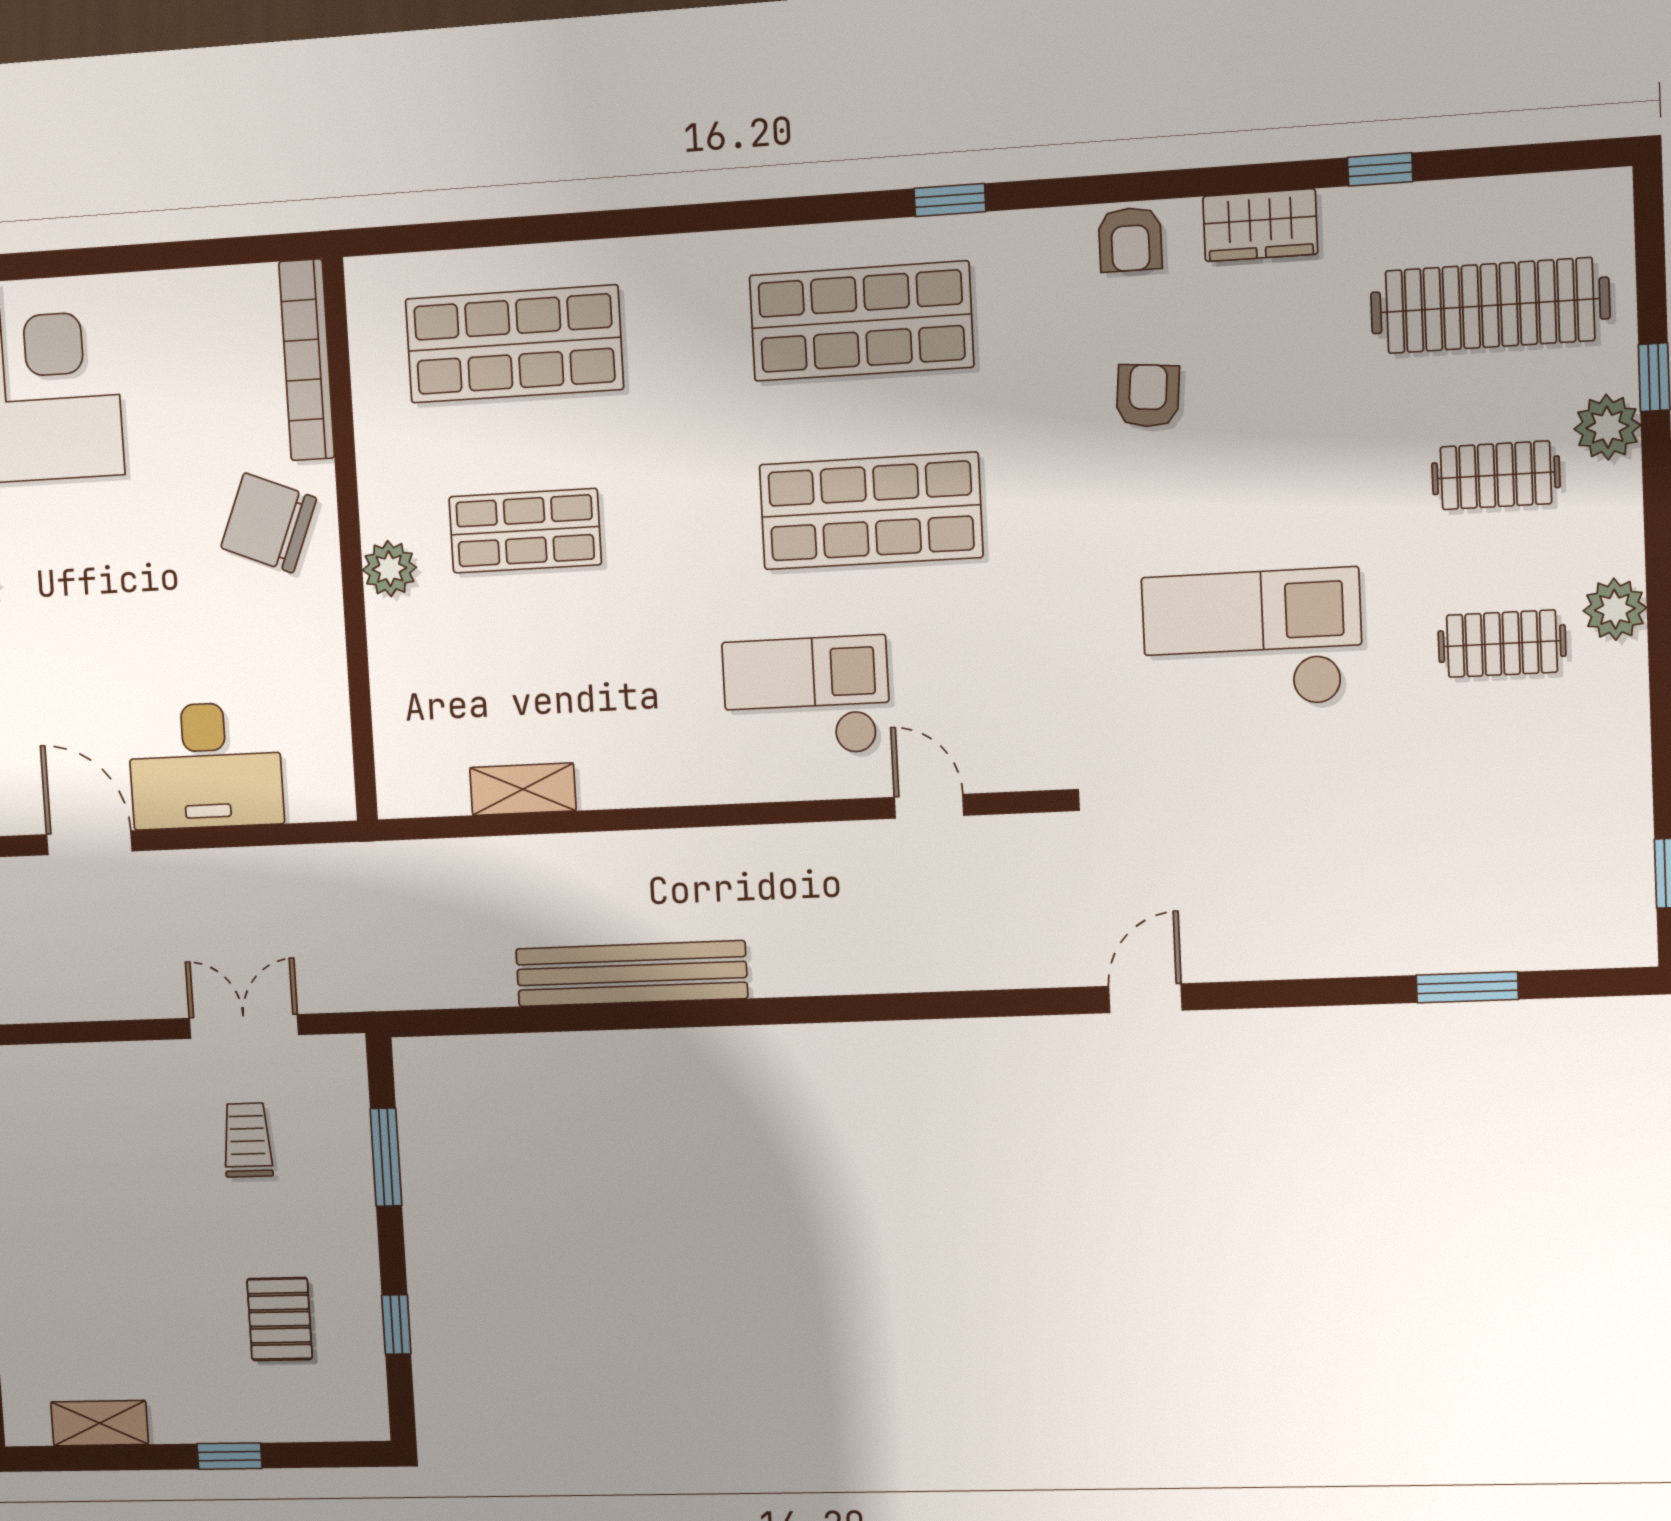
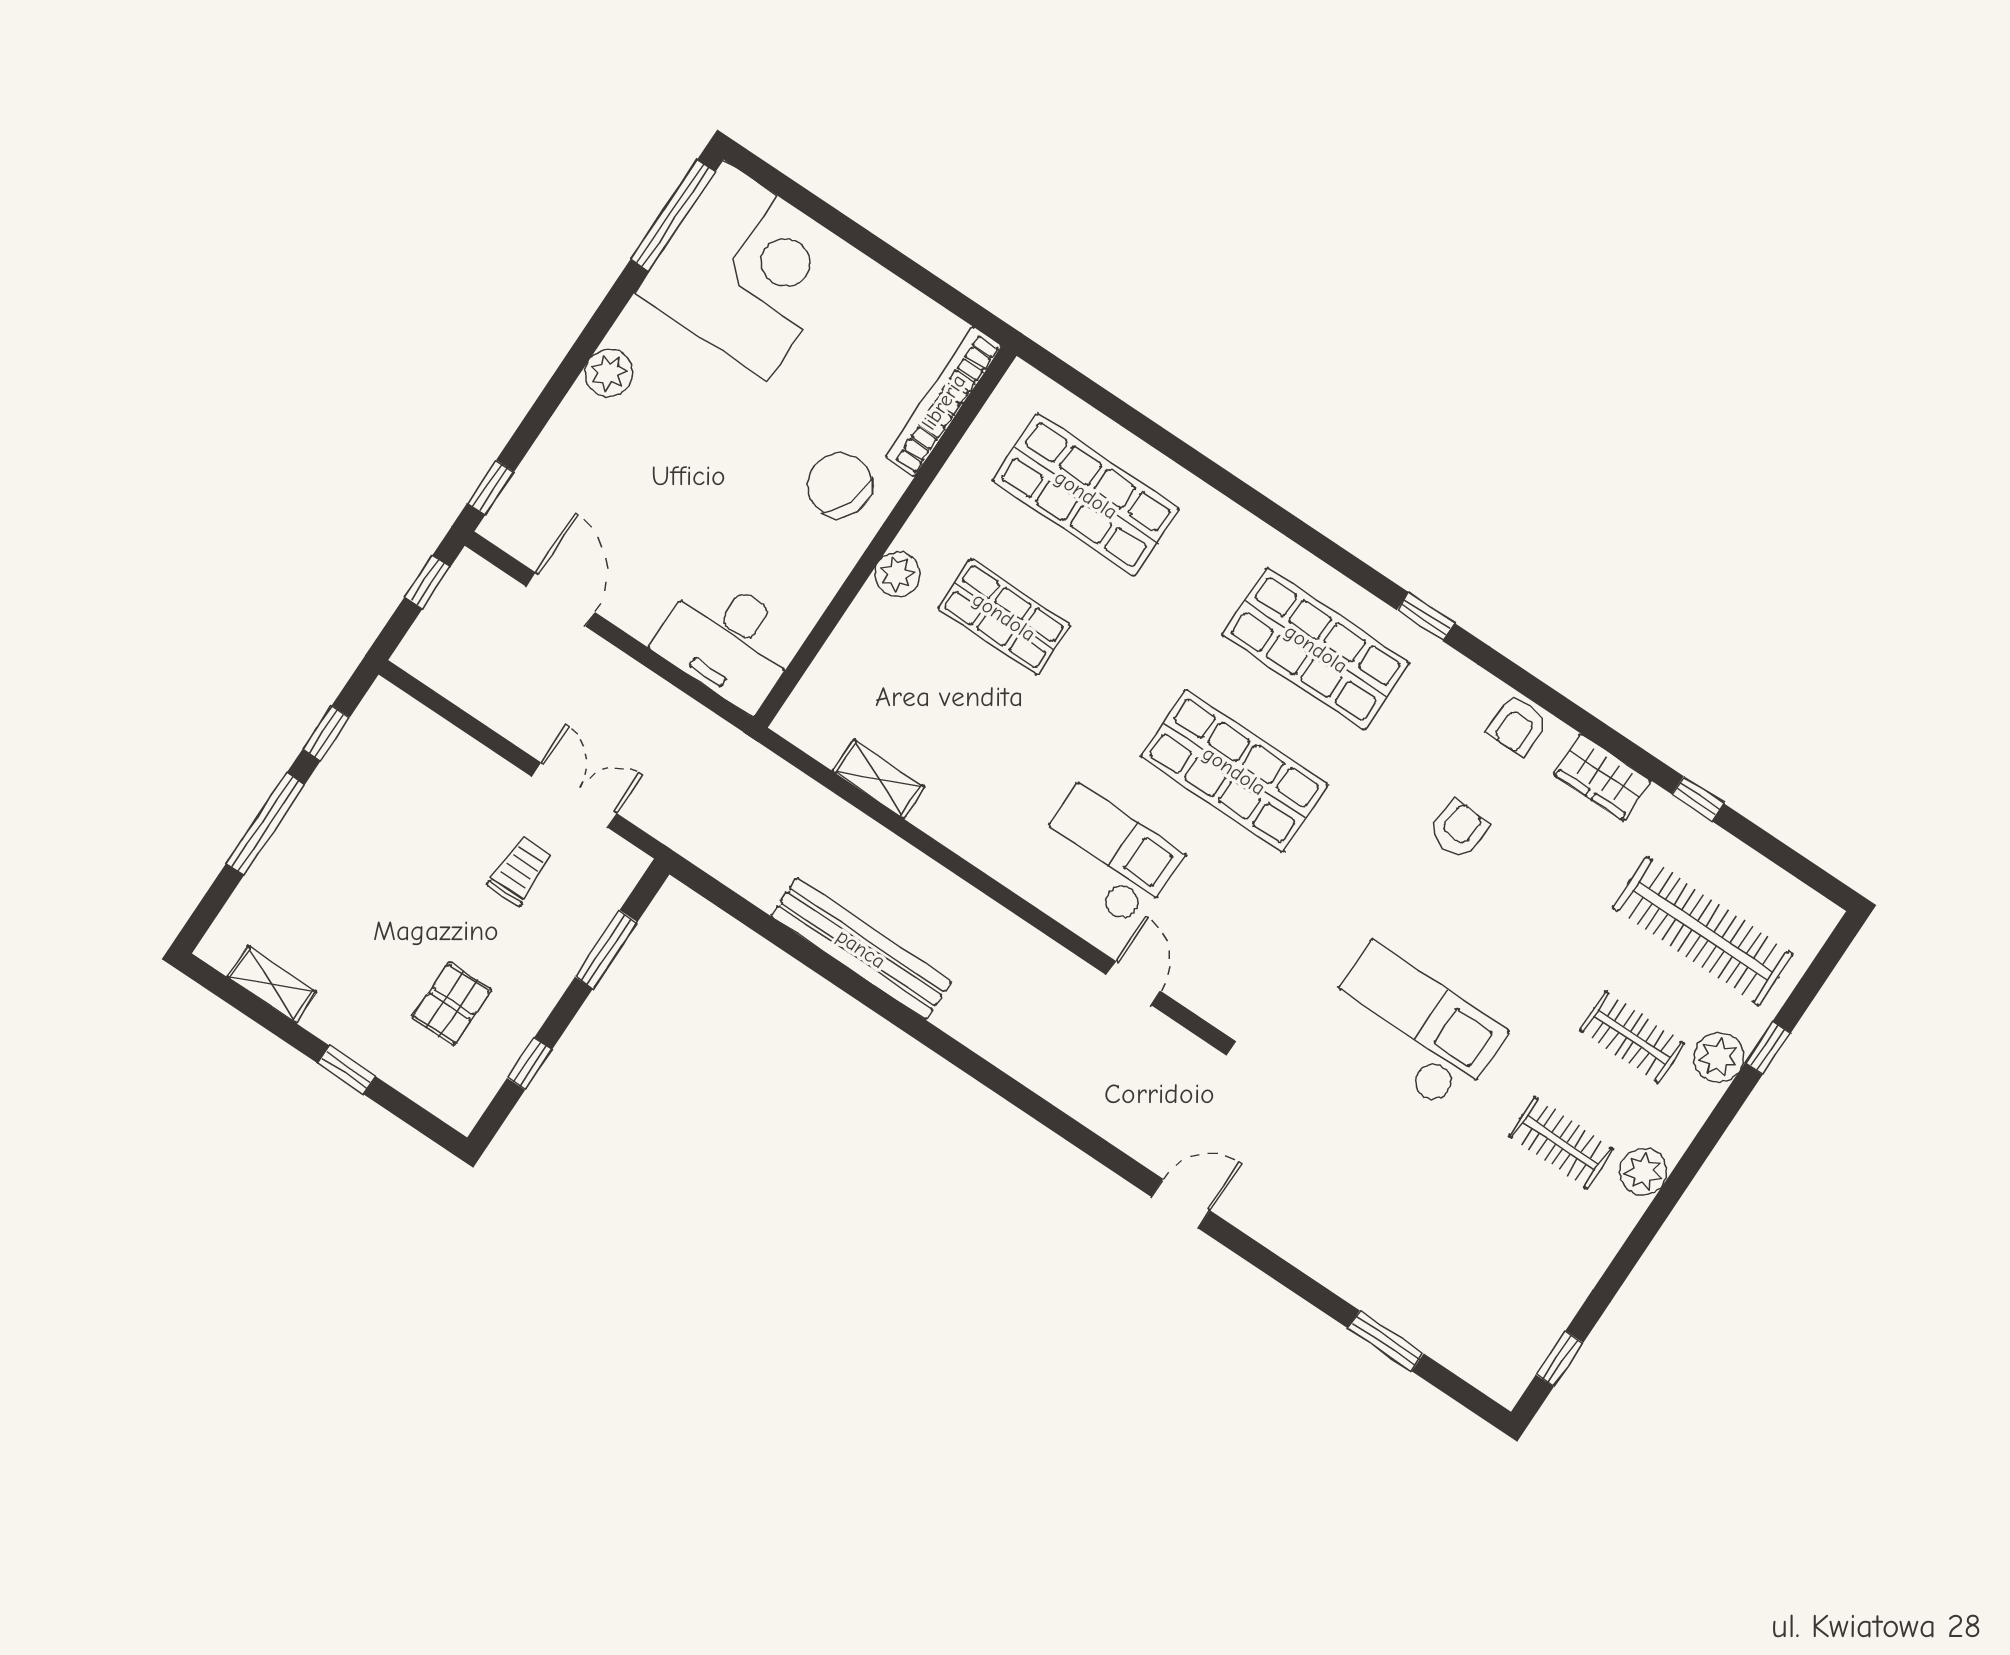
desk: (205, 766) -> (728, 641), moved

